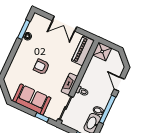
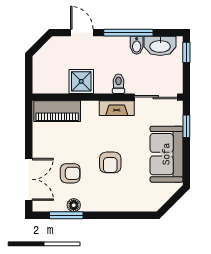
double door: (65, 24) -> (29, 179), moved
armchair: (46, 42) -> (70, 173), added
shower: (102, 51) -> (81, 81), moved
door: (119, 84) -> (82, 33), swing flipped

